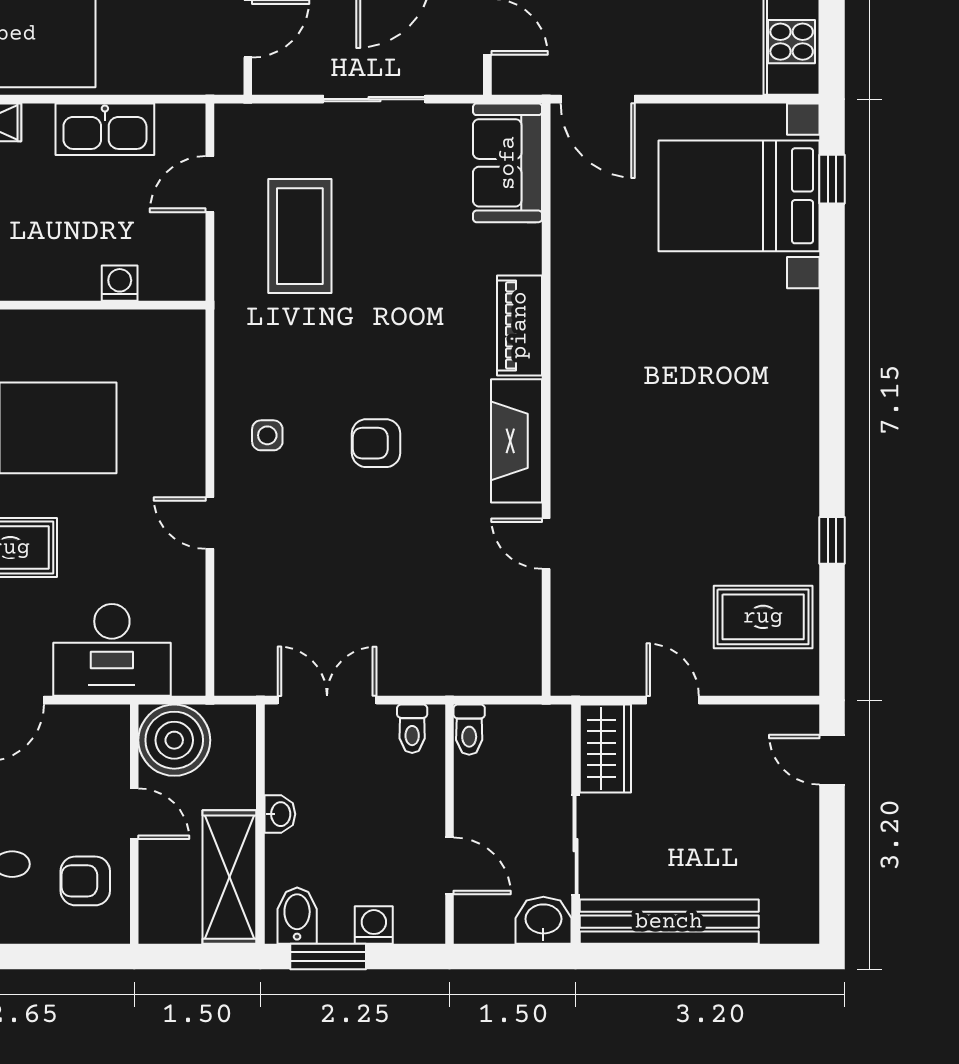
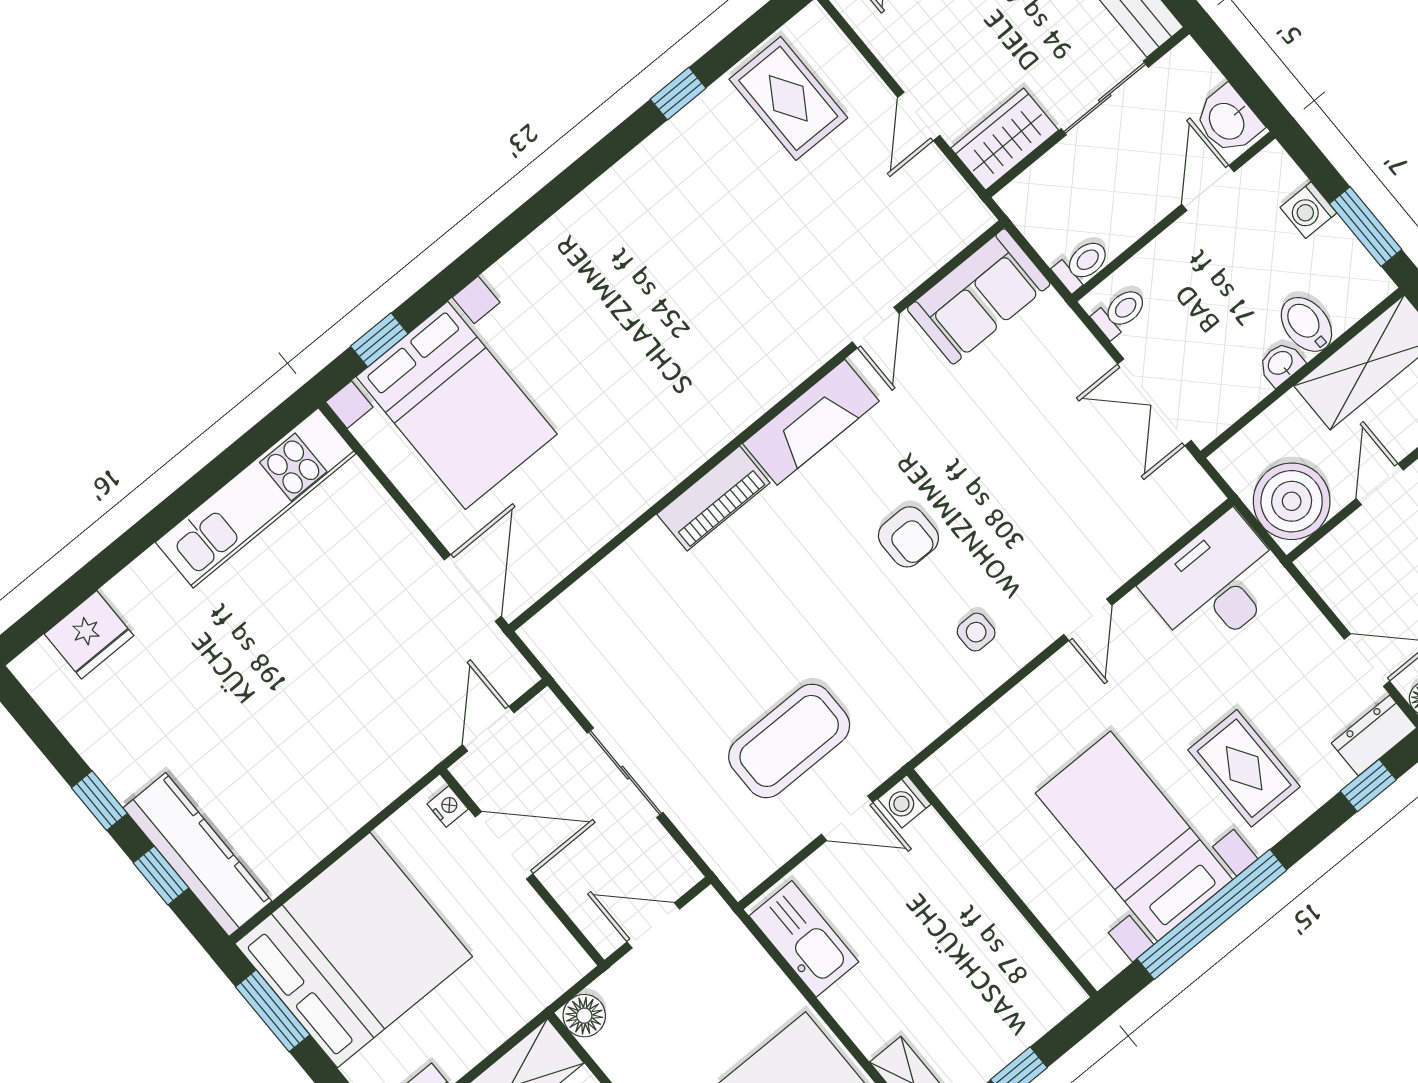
kitchen sink: (105, 129) -> (804, 939), moved
sofa: (508, 163) -> (979, 296), moved
door: (210, 184) -> (847, 818), moved
washing machine: (120, 283) -> (904, 801), moved
desk: (112, 650) -> (1216, 584), moved, turned -90
bidet: (297, 916) -> (1306, 324), moved, turned 90
washbasin: (543, 920) -> (1228, 120), moved

